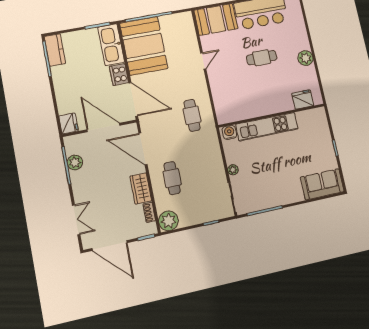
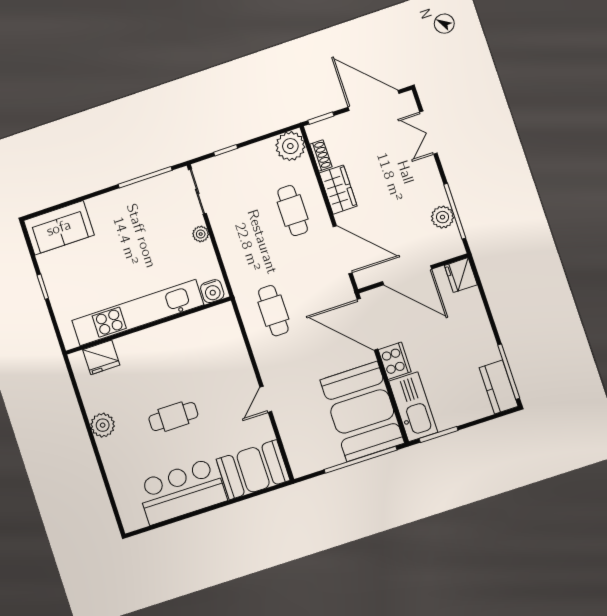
kitchen unit: (267, 127) -> (138, 313), width x1.36

